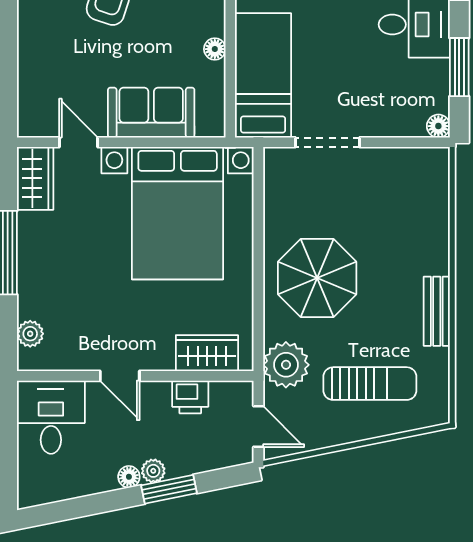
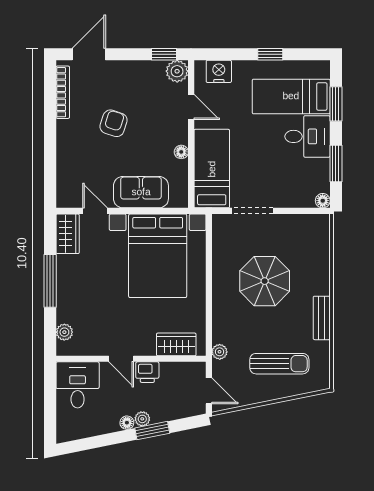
parasol: (317, 278) -> (265, 281), moved
plant: (286, 365) -> (220, 352), width x0.53, depth x0.53
printer: (190, 397) -> (147, 372), moved

